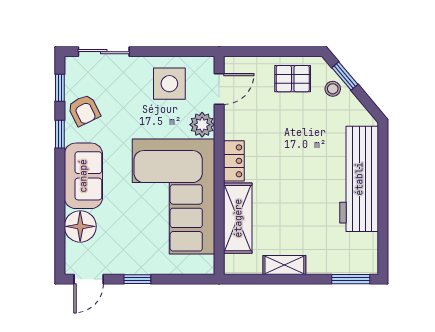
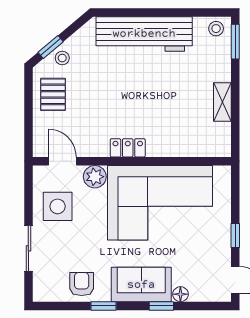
sliding door: (104, 52) -> (28, 248), moved
window: (60, 88) -> (161, 306), moved
armchair: (84, 110) -> (82, 284), turned -64
shelving: (238, 218) -> (180, 144), removed
floor lamp: (80, 226) -> (180, 294), width x0.53, depth x0.53
stool: (365, 258) -> (216, 29), added

